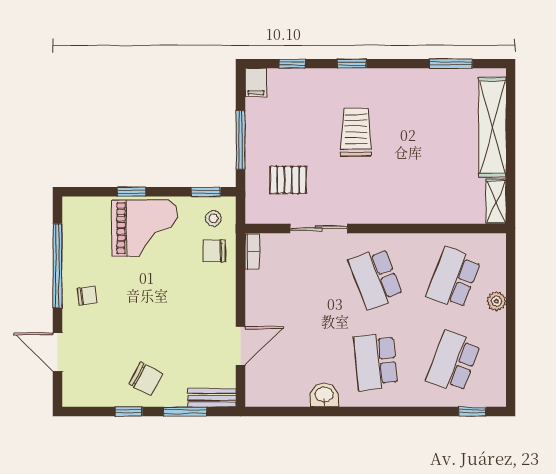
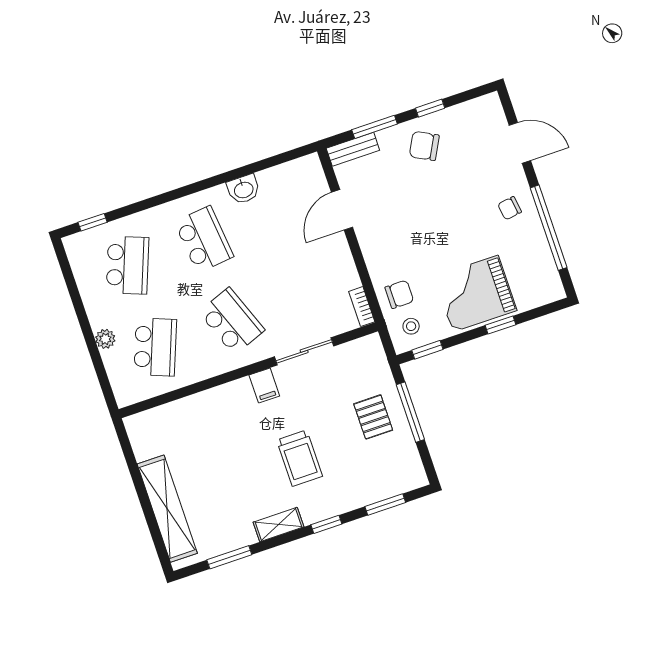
window: (292, 64) -> (385, 504), width x1.50
filing cabinet: (256, 83) -> (264, 386), moved, turned 180
pallet: (288, 180) -> (373, 417), moved, turned 90
shelving: (496, 201) -> (278, 525), moved, turned 90

